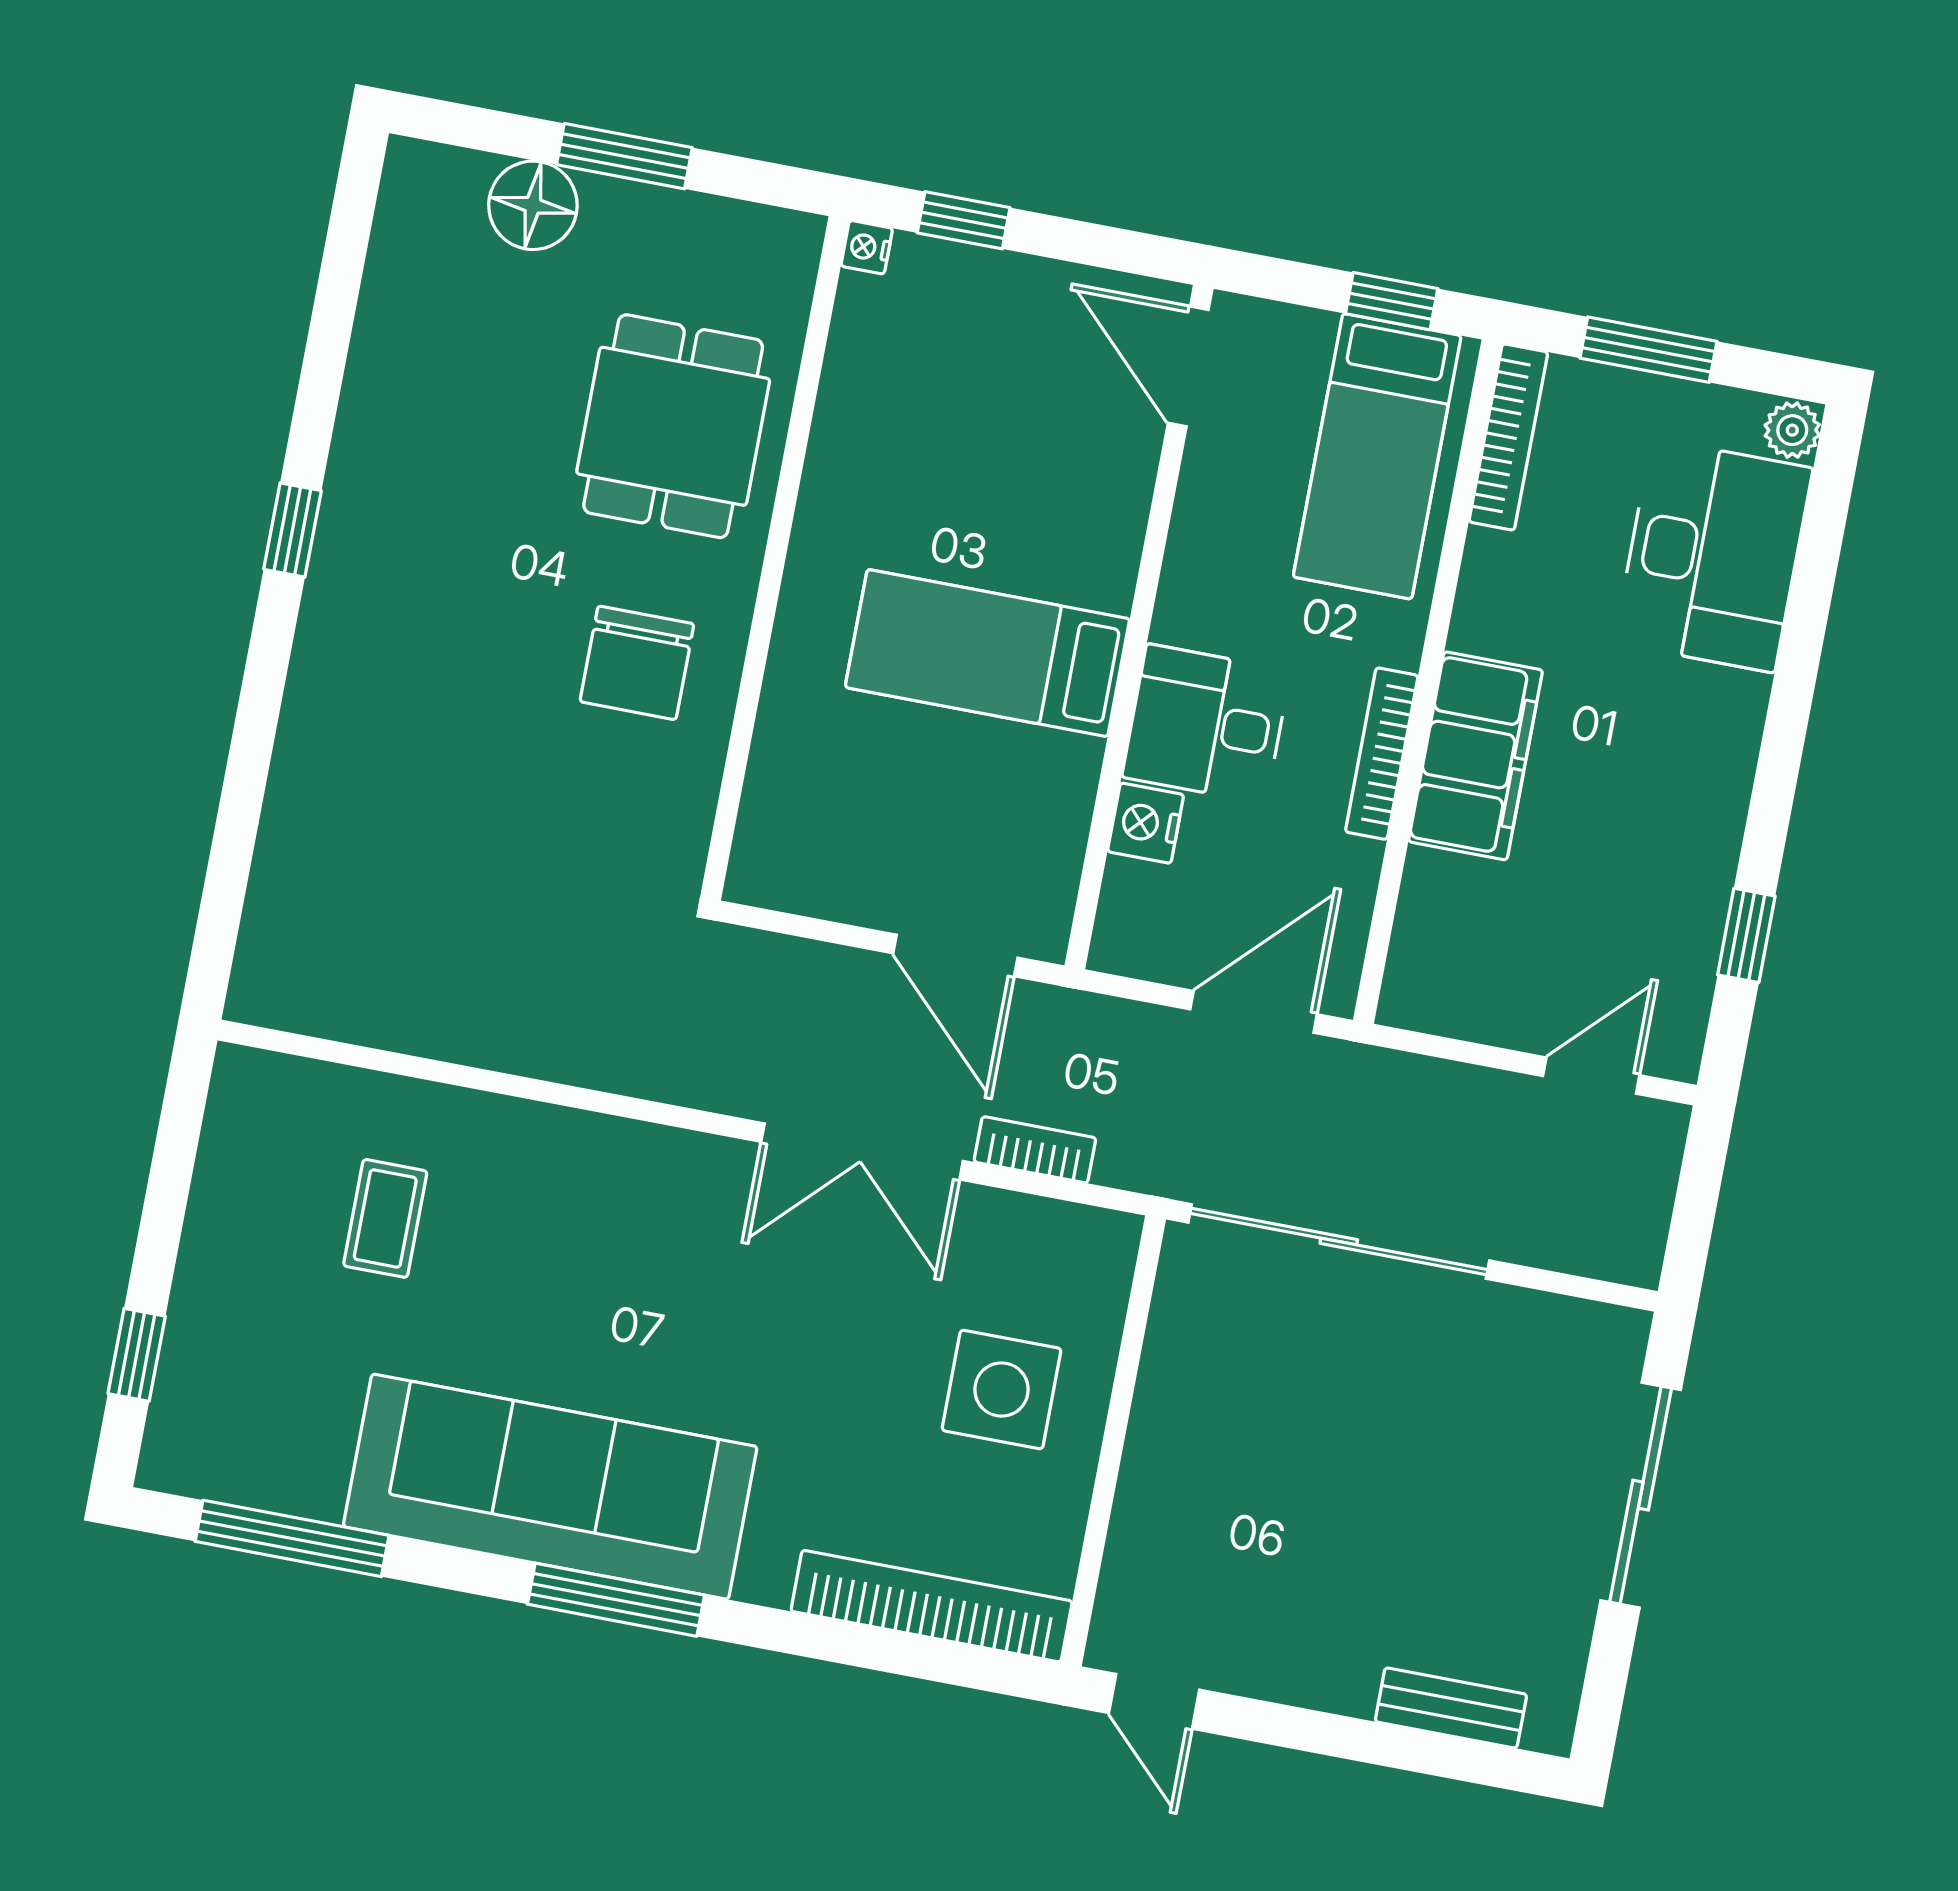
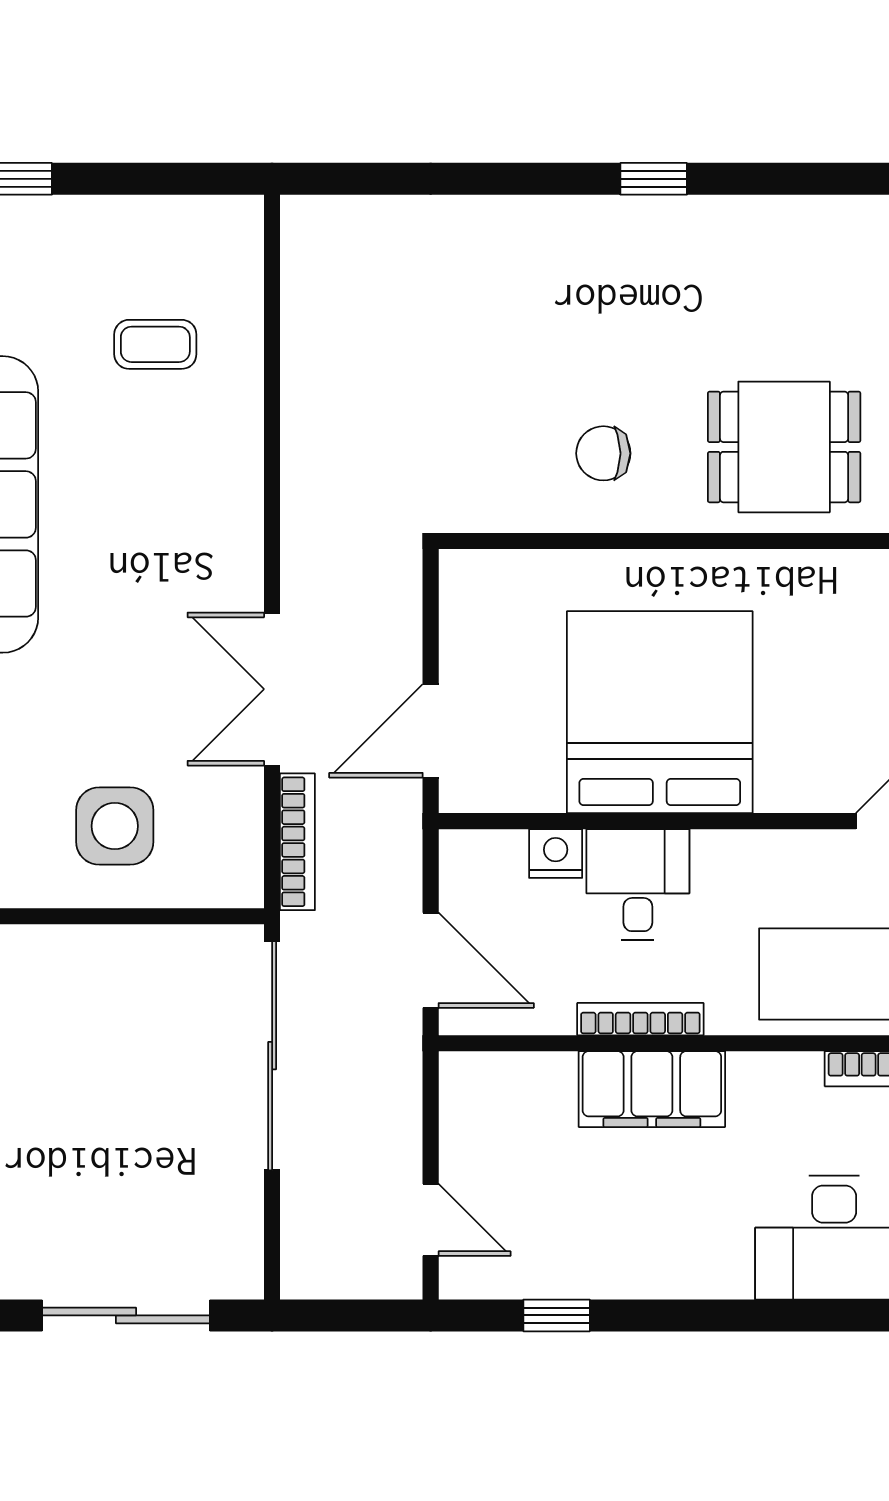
bed: (987, 653) -> (660, 712), width x2.04
chair: (637, 663) -> (603, 453), width x0.73, depth x0.73
bookcase: (1035, 1150) -> (297, 842), width x1.56

